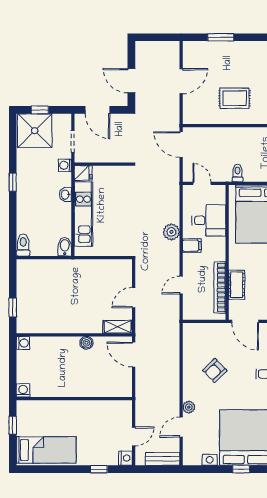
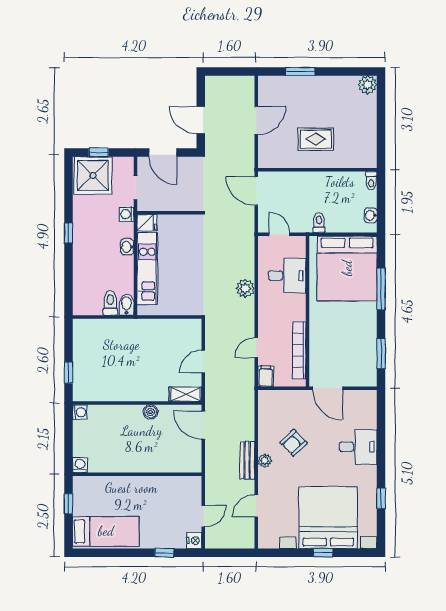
toilet: (23, 245) -> (110, 303), moved
filing cabinet: (192, 246) -> (266, 376), moved, turned -90
cot: (237, 285) -> (318, 347), removed
plant: (189, 407) -> (265, 461), moved
bench: (163, 459) -> (247, 460), moved, turned 90

